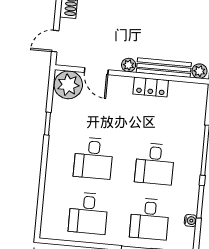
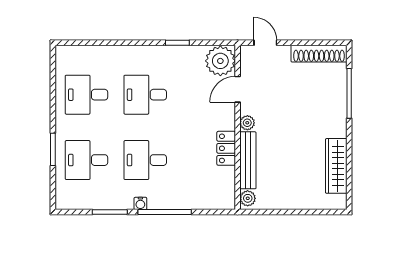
water cooler: (190, 221) -> (140, 203), moved

